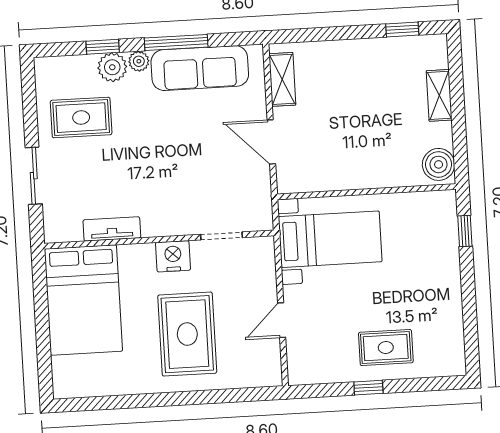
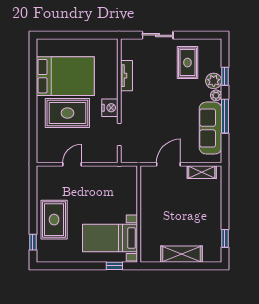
shelving: (439, 95) -> (181, 254), width x1.50, depth x1.33
boiler: (439, 164) -> (151, 254), removed
bed with nightstands: (330, 239) -> (110, 238), moved, turned 90
bed: (83, 300) -> (65, 76), moved, turned 180
door: (282, 320) -> (72, 164), hinge flipped
rug: (386, 348) -> (54, 220), width x1.36, depth x1.43
window: (368, 388) -> (33, 242), moved

